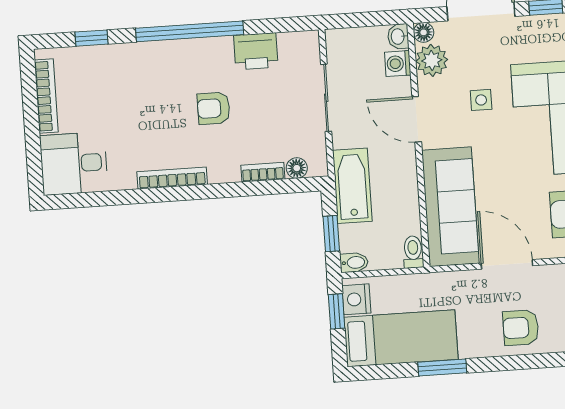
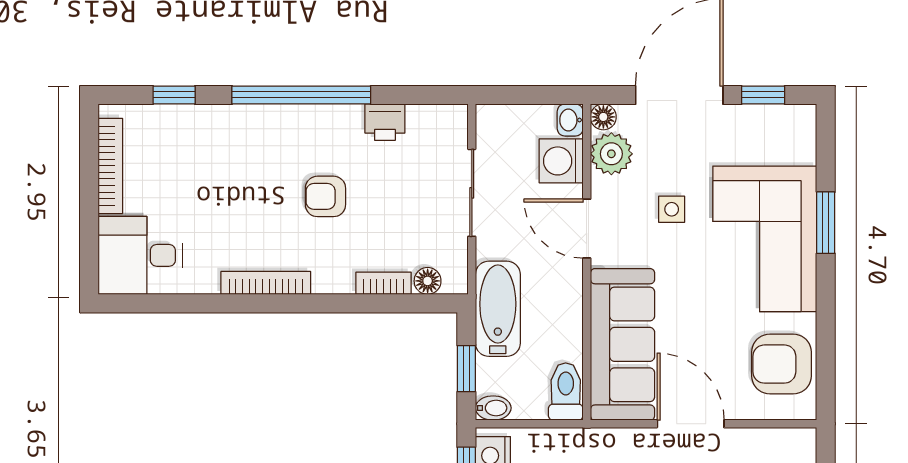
printer: (256, 51) -> (385, 122), width x0.73, depth x0.81
washing machine: (398, 64) -> (561, 161), width x1.38, depth x1.38
toilet: (413, 252) -> (566, 391), width x1.37, depth x1.39

